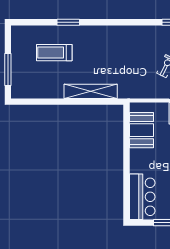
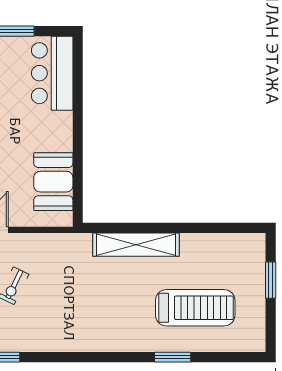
treadmill: (54, 53) -> (195, 308), width x1.37, depth x1.38
window: (8, 70) -> (271, 280), width x0.69

